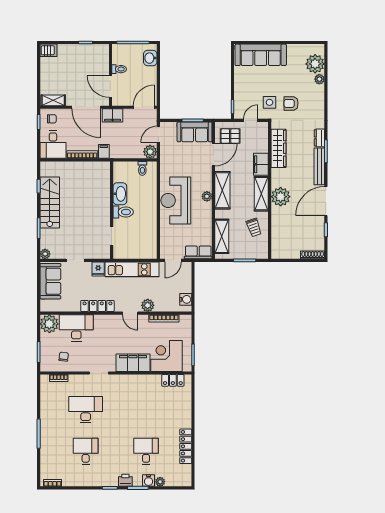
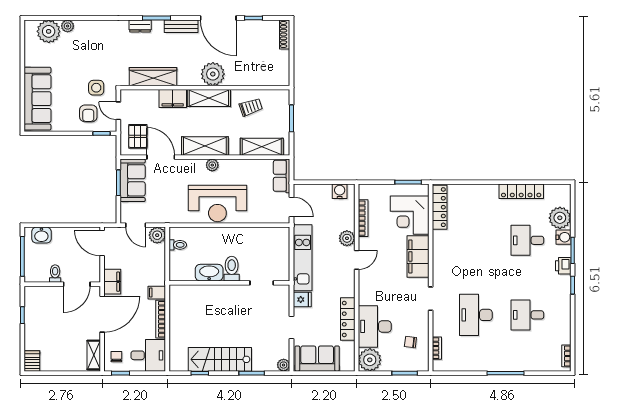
armchair: (291, 103) -> (88, 113), moved
bench: (319, 166) -> (181, 26), width x0.73
locker: (97, 306) -> (348, 319), moved
locker: (173, 380) -> (440, 207), width x1.53
plant: (160, 482) -> (560, 218), width x1.87, depth x1.87

